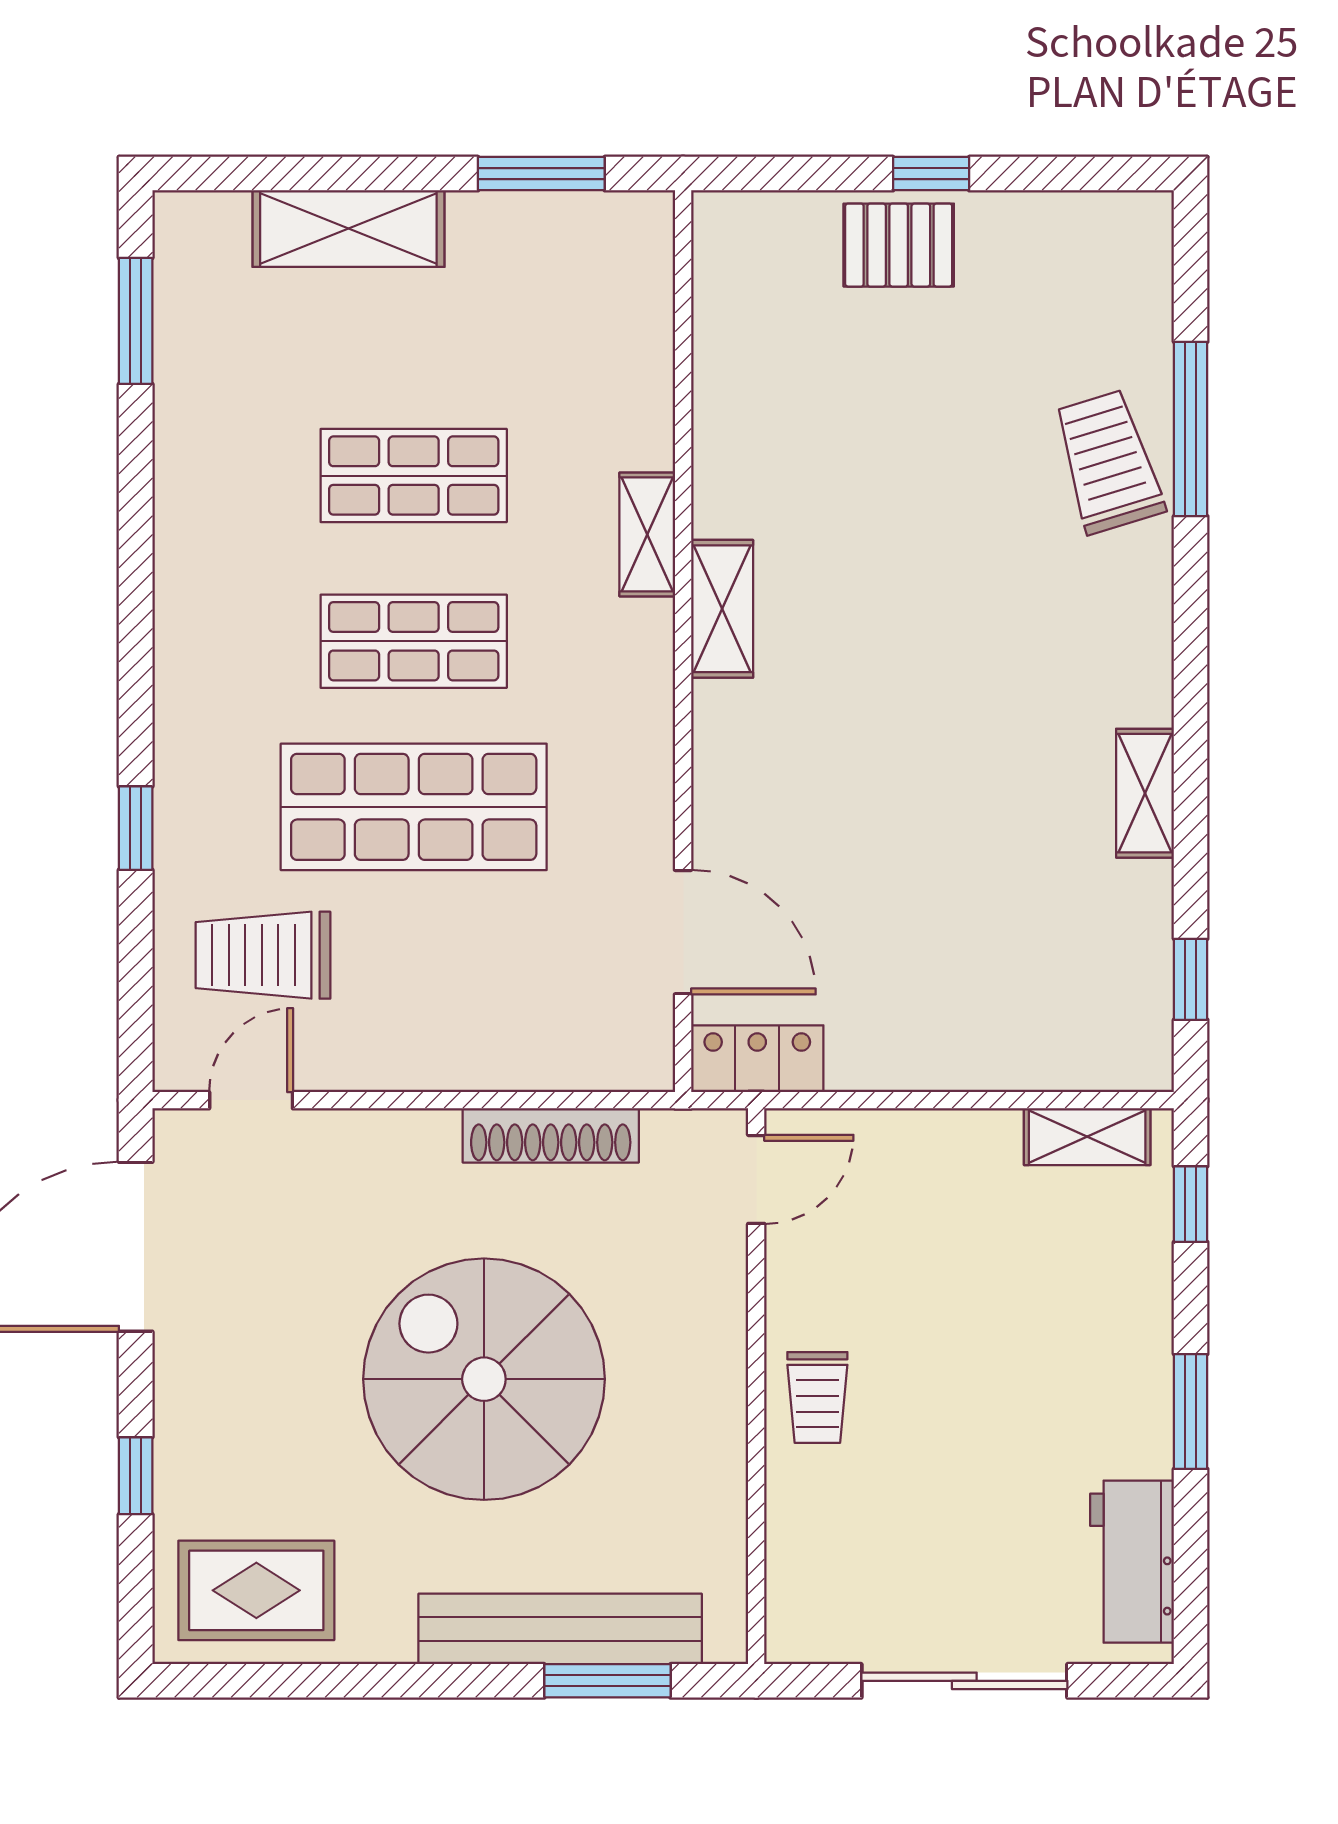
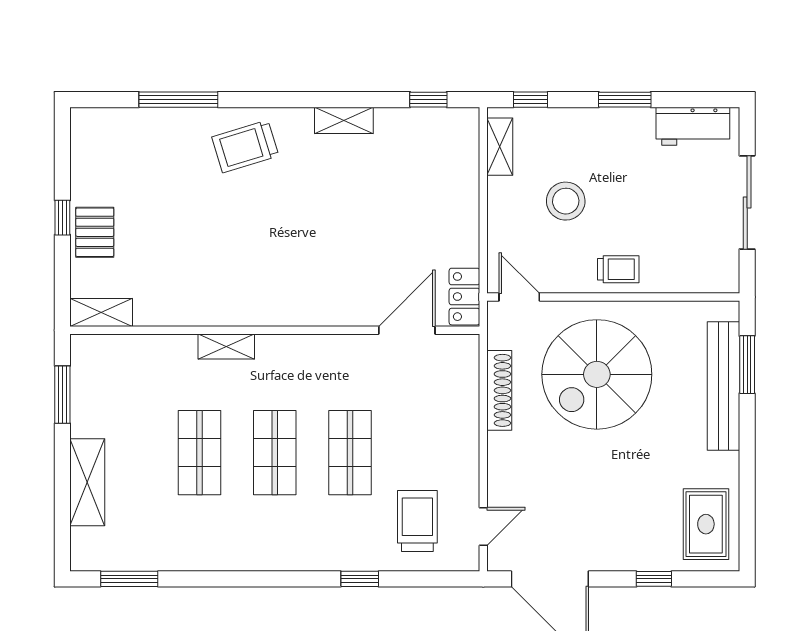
trolley: (1108, 462) -> (245, 146), moved
shelving: (722, 609) -> (101, 313), moved
shop shelf: (414, 807) -> (350, 453), width x0.70, depth x0.74
trolley: (263, 955) -> (417, 521), turned 180
door: (251, 1100) -> (483, 526), swing flipped
stool: (967, 1282) -> (566, 201), added
spiral stairs: (484, 1379) -> (597, 374), moved

